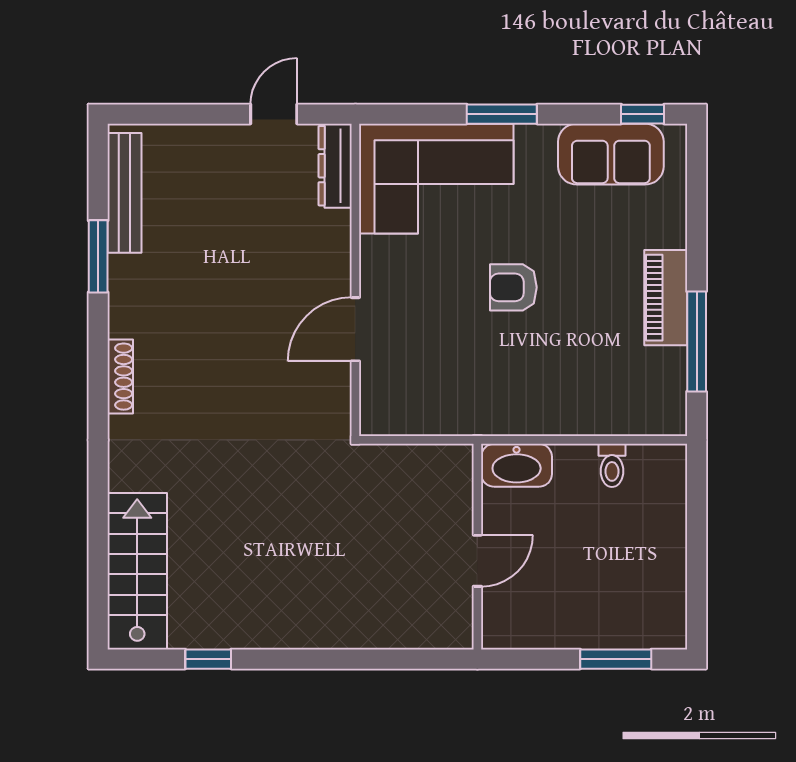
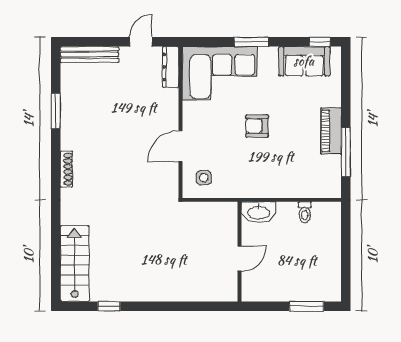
bench: (124, 193) -> (89, 55), moved, turned 90
side table: (403, 394) -> (204, 178), added

